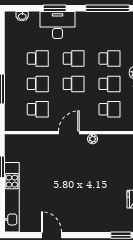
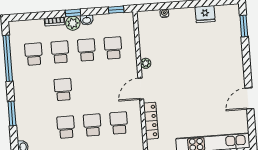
desk: (57, 25) -> (29, 109), removed
school desk: (74, 84) -> (34, 54), moved
door: (69, 133) -> (141, 89), hinge flipped
locker: (38, 140) -> (151, 121), added

